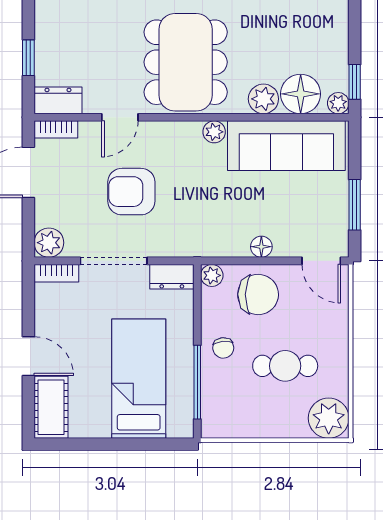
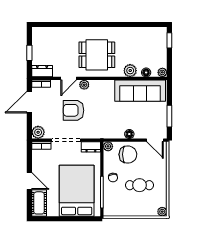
dining table: (186, 62) -> (97, 55), width x0.73
window: (355, 82) -> (169, 40), moved
floor lamp: (301, 94) -> (146, 72), width x0.53, depth x0.53
plant: (214, 132) -> (84, 85), moved
bed: (139, 379) -> (77, 191), width x1.50
plant: (329, 418) -> (162, 212), width x0.53, depth x0.53

